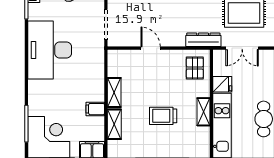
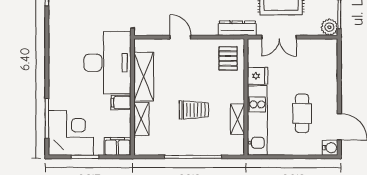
desk: (50, 50) -> (107, 63), moved, turned 180
shelving: (114, 92) -> (144, 77), width x1.50, depth x1.33
shelving: (204, 112) -> (237, 119), moved
trolley: (163, 116) -> (194, 110), turned 180

